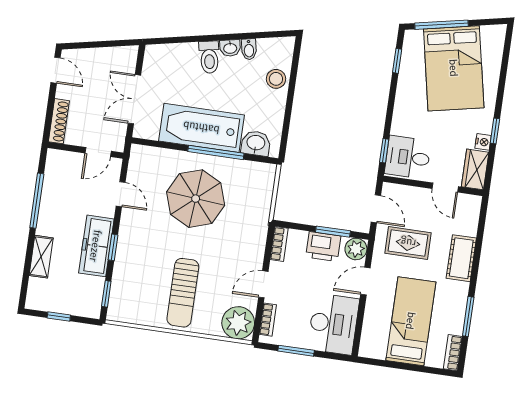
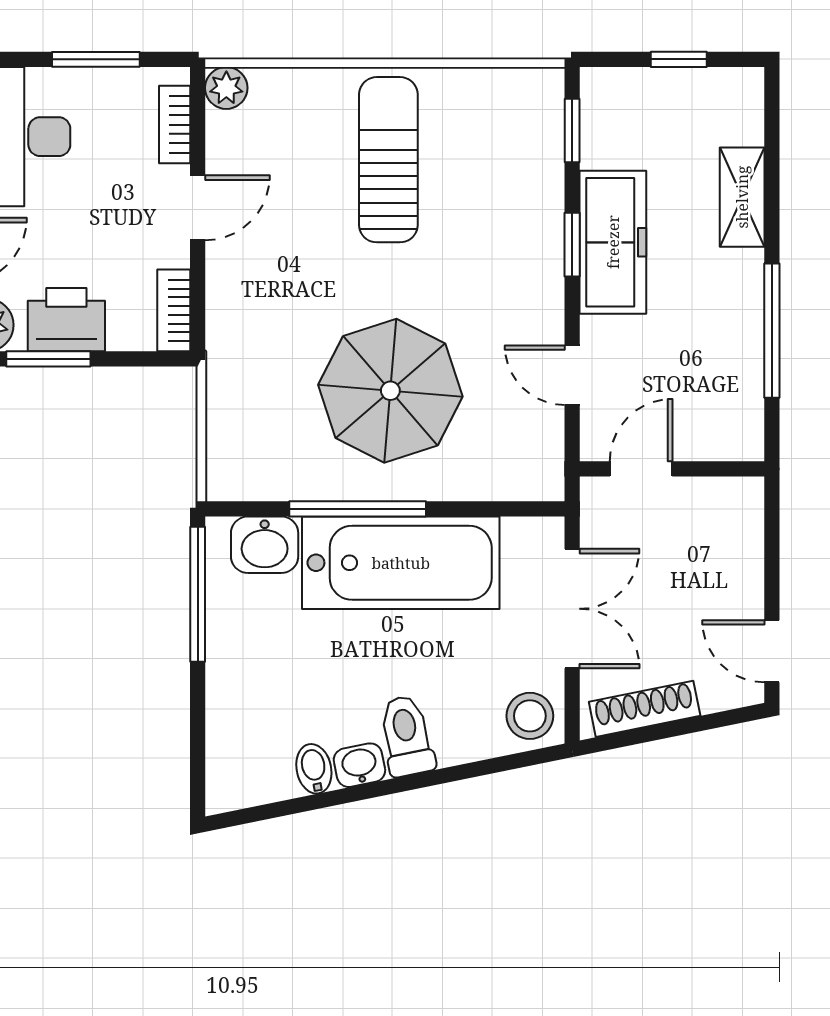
stool: (276, 79) -> (530, 716), moved
shoe rack: (59, 121) -> (645, 709), moved, turned 79
window: (286, 127) -> (198, 594), added
plant: (238, 323) -> (226, 88), width x0.53, depth x0.53

